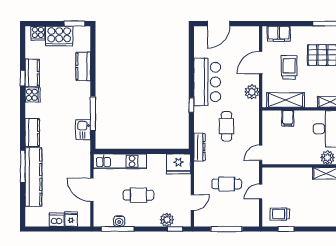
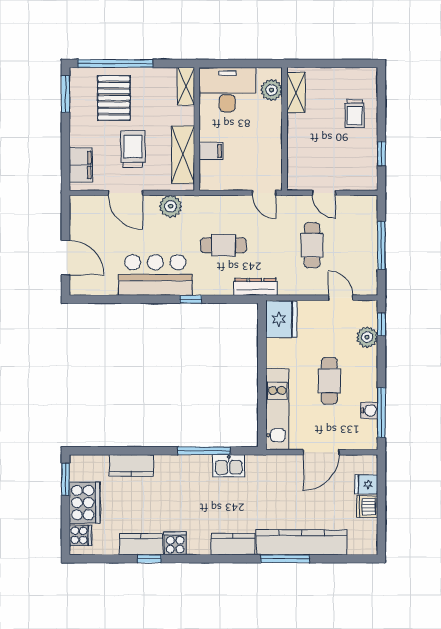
trolley: (289, 67) -> (133, 149), turned 90
trolley: (280, 214) -> (355, 114), moved

